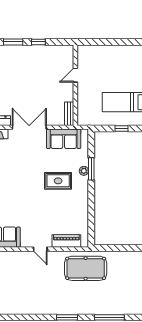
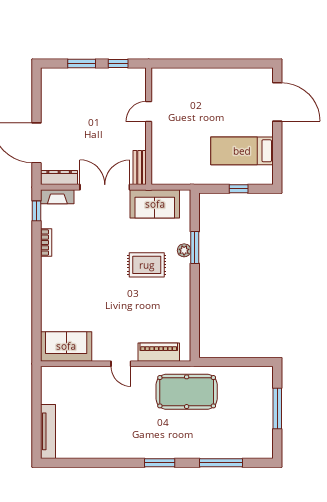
door: (75, 75) -> (149, 112), moved
wall: (75, 85) -> (149, 126), moved
bench: (69, 114) -> (140, 168), moved

